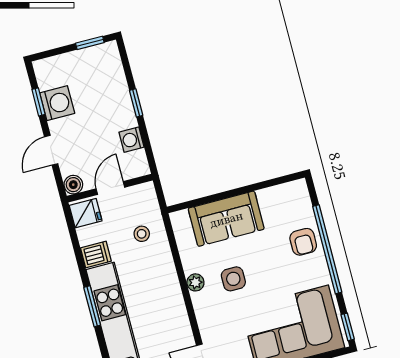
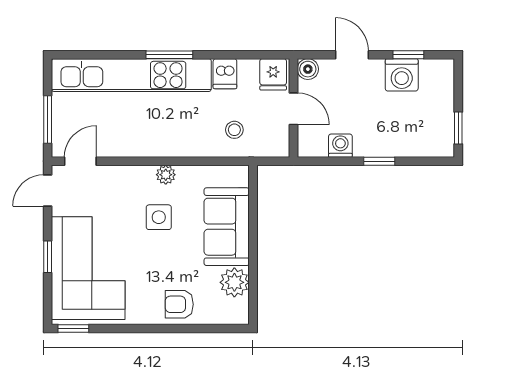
plant: (272, 200) -> (234, 282), added
window: (327, 249) -> (164, 329), removed

